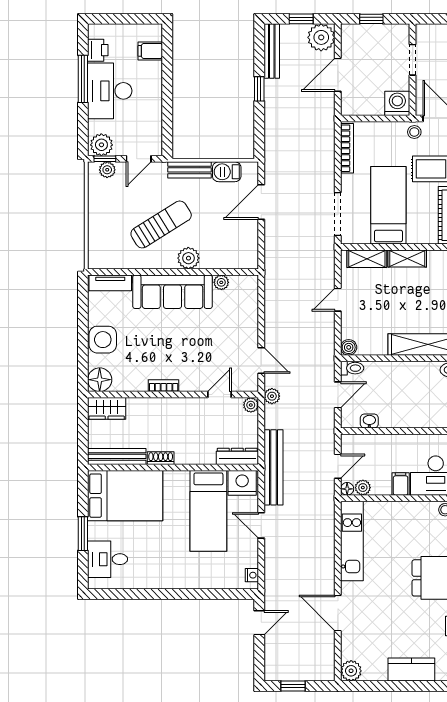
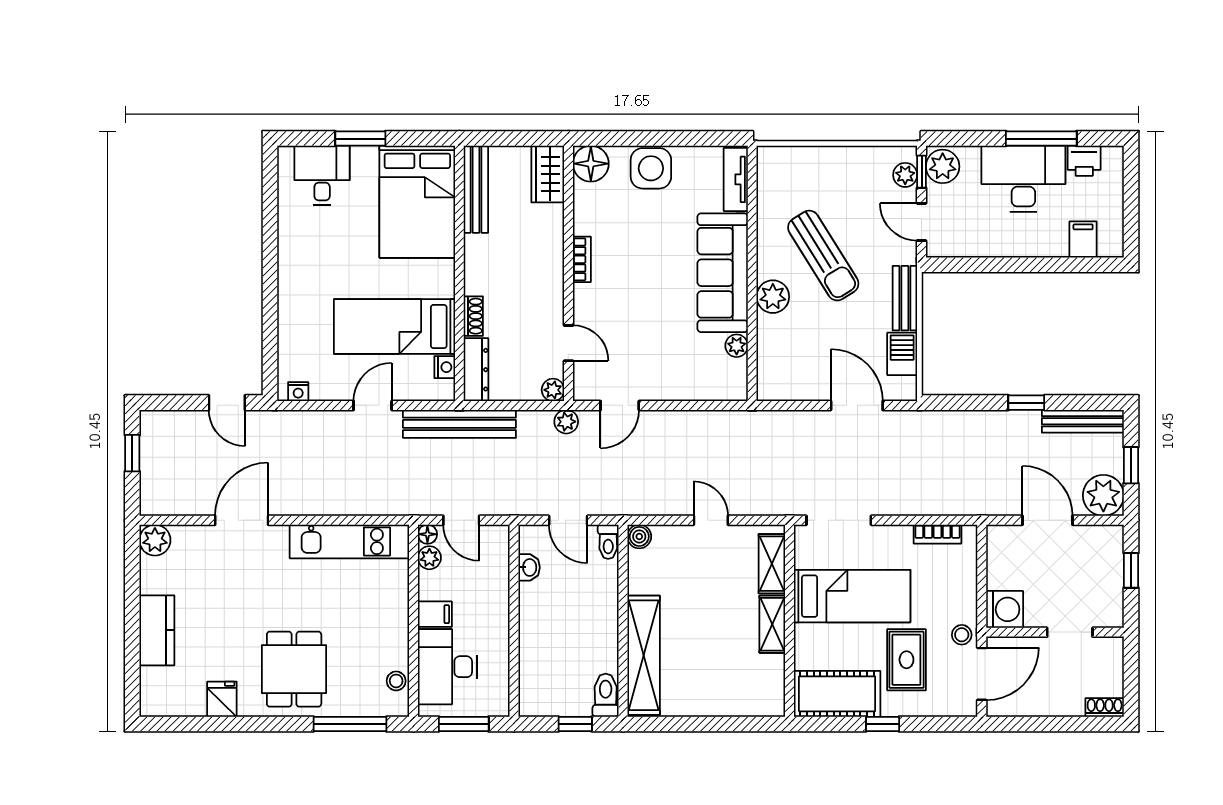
bookcase: (347, 148) -> (937, 534), width x0.64
shoe rack: (161, 458) -> (473, 316), moved
nightstand: (242, 483) -> (445, 367), width x0.53, depth x0.56

